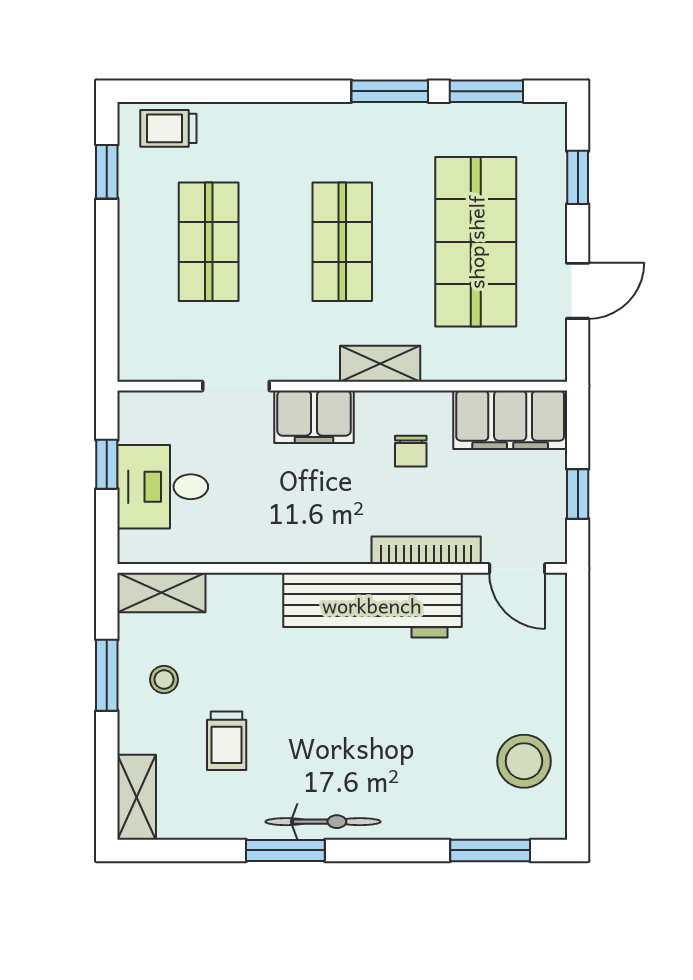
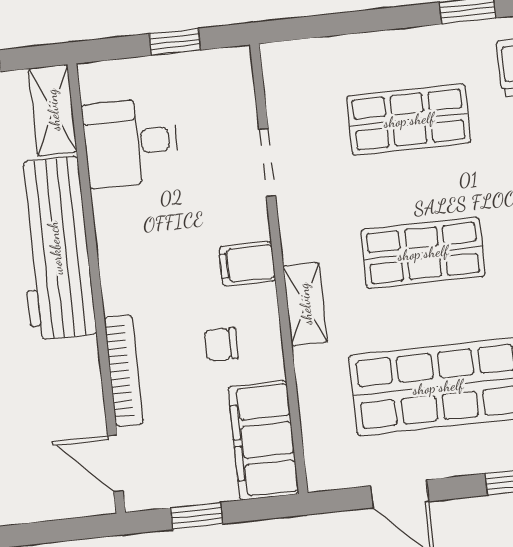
filing cabinet: (314, 417) -> (247, 264), width x0.50
desk: (163, 487) -> (131, 143), moved, turned -90
door: (517, 568) -> (115, 463), hinge flipped
workbench: (372, 605) -> (55, 248), moved

